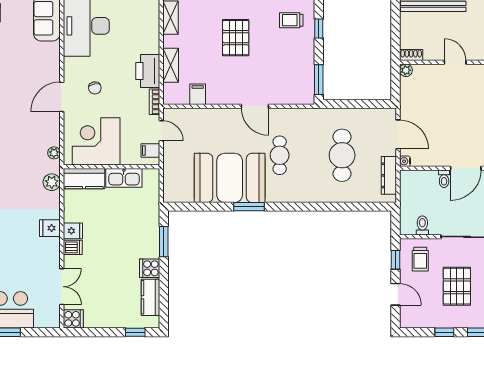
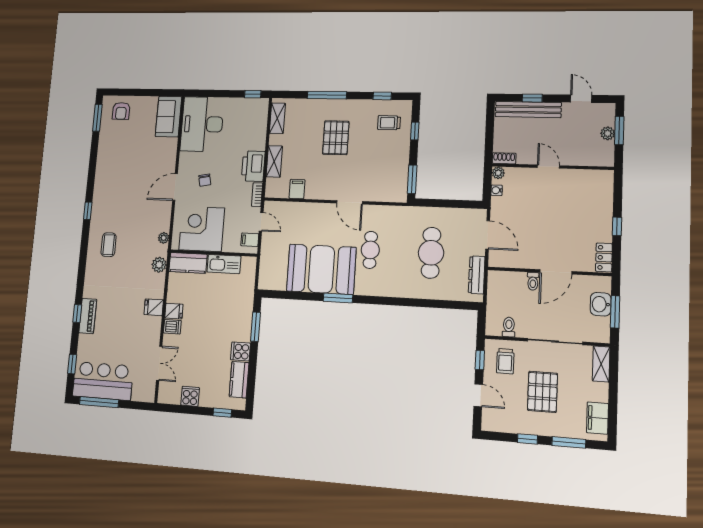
water cooler: (405, 161) -> (497, 190), moved
cooker: (73, 319) -> (190, 396), moved, turned -90

